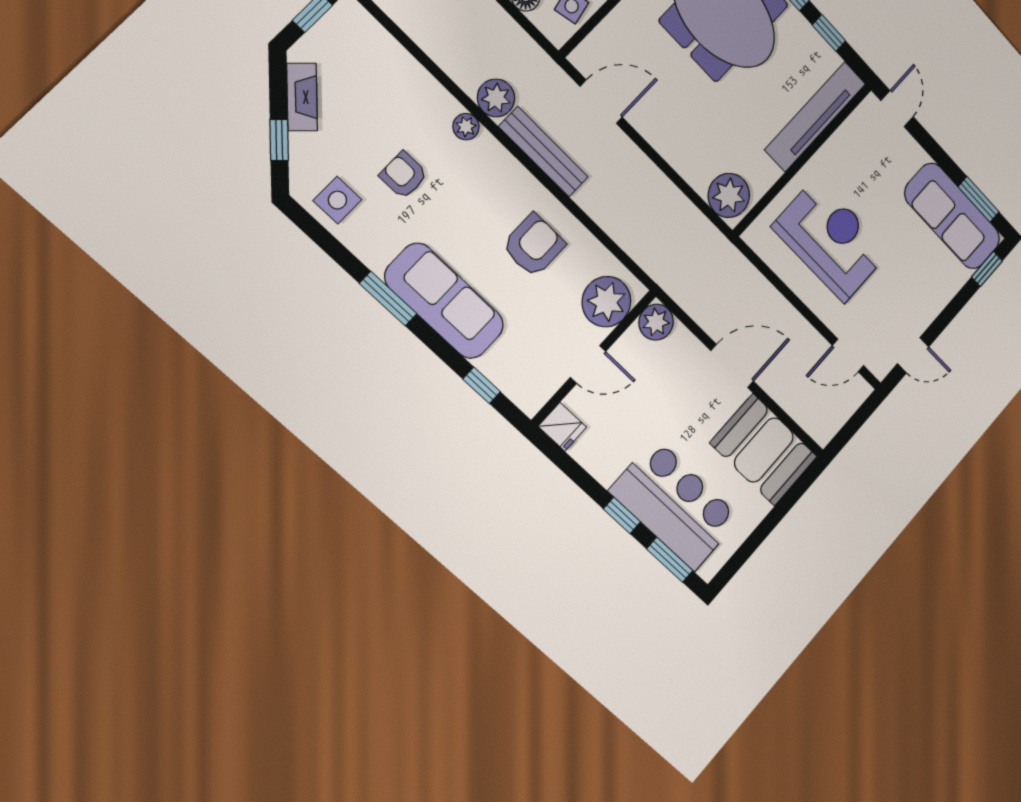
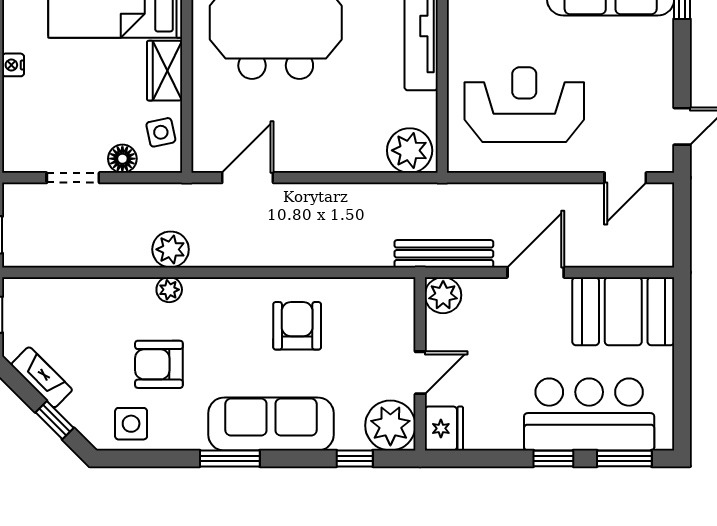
bench: (544, 152) -> (444, 254), moved
armchair: (404, 175) -> (159, 364), width x1.38, depth x1.38
plant: (607, 302) -> (390, 425), moved
fridge: (562, 427) -> (444, 428), width x1.38

